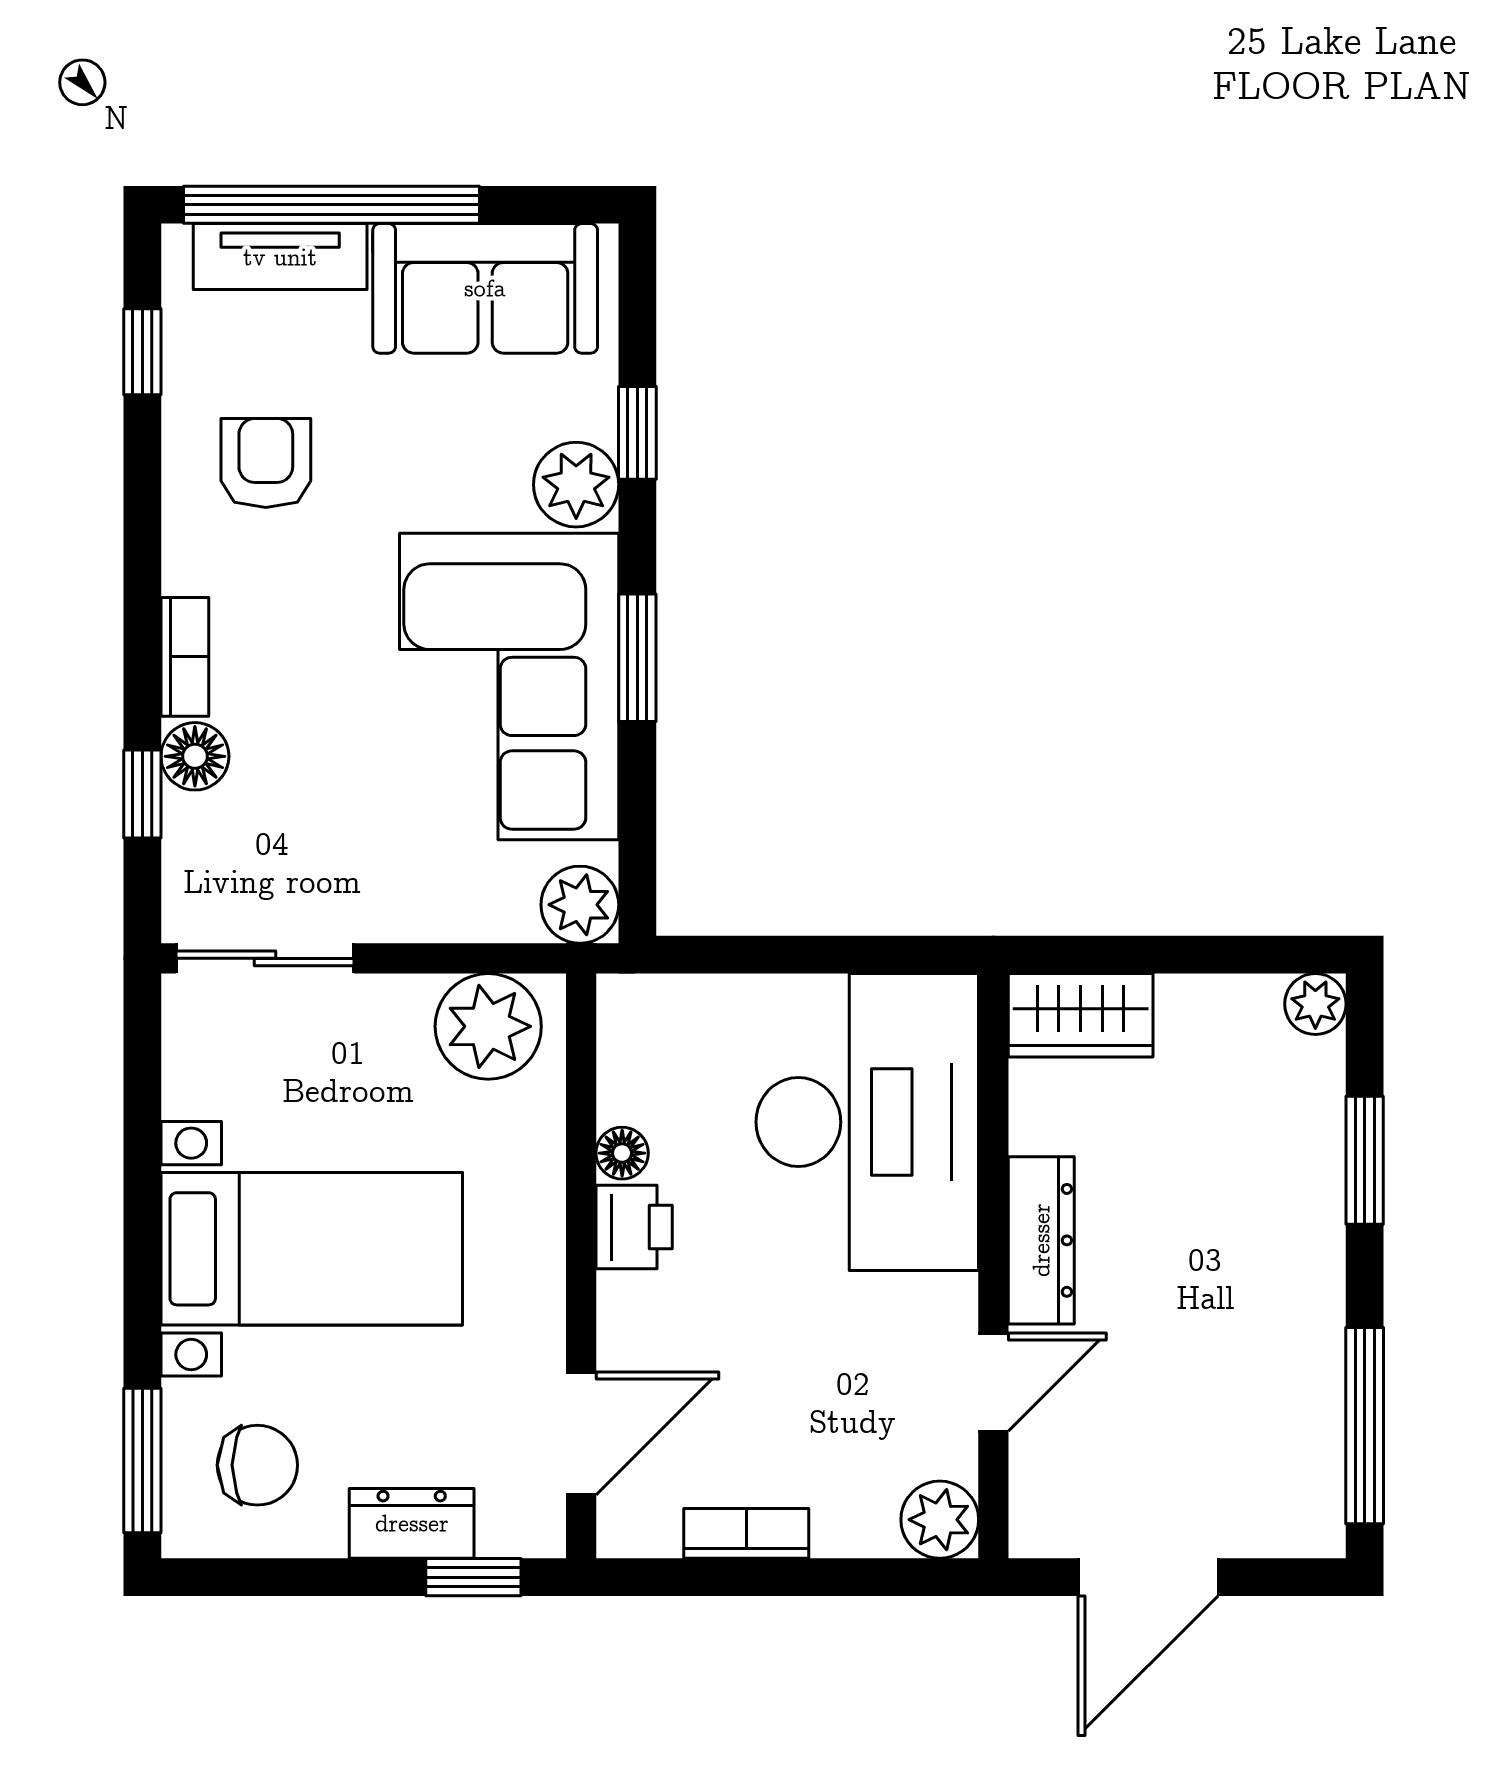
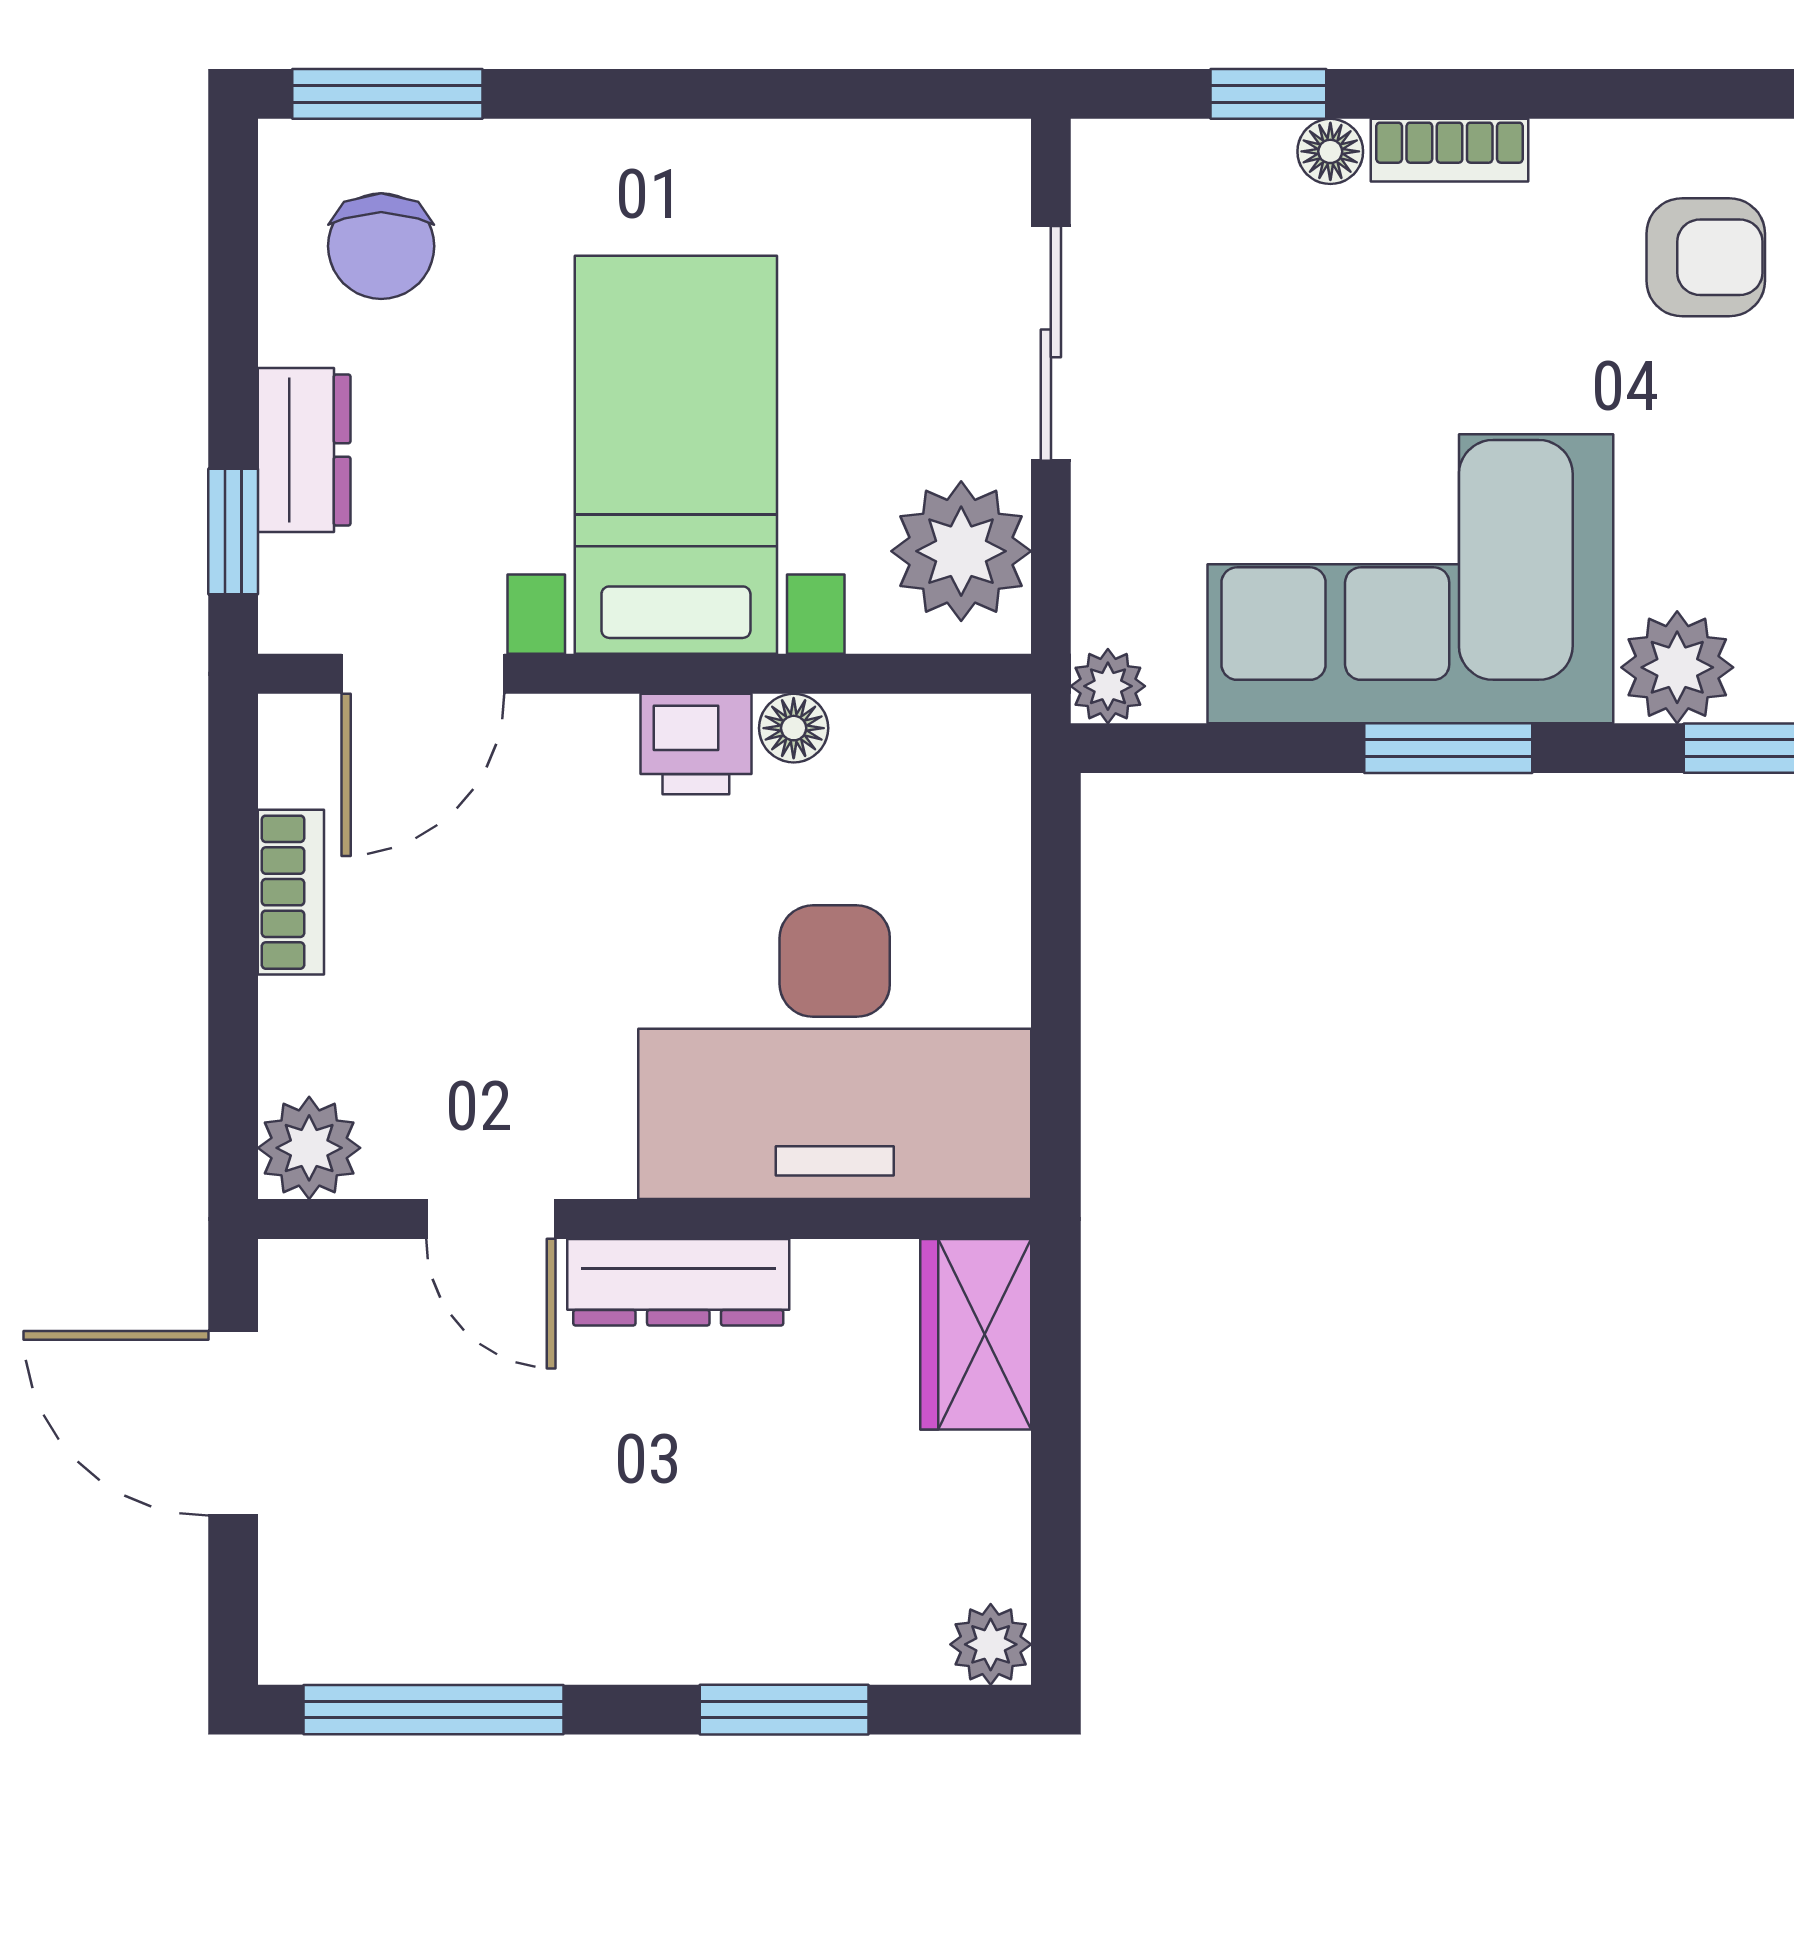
floor lamp: (195, 756) -> (1330, 151), width x0.73, depth x0.73
plant: (580, 905) -> (1108, 686), width x0.73, depth x0.73
sliding door: (265, 958) -> (1051, 343), moved
bed with nightstands: (312, 1249) -> (676, 455), moved, turned 180
door: (581, 1434) -> (423, 674), hinge flipped

